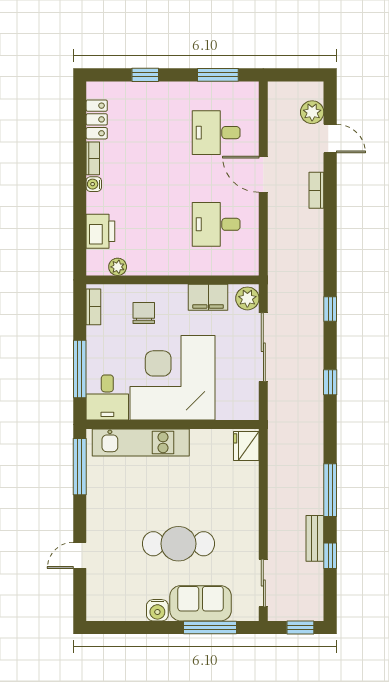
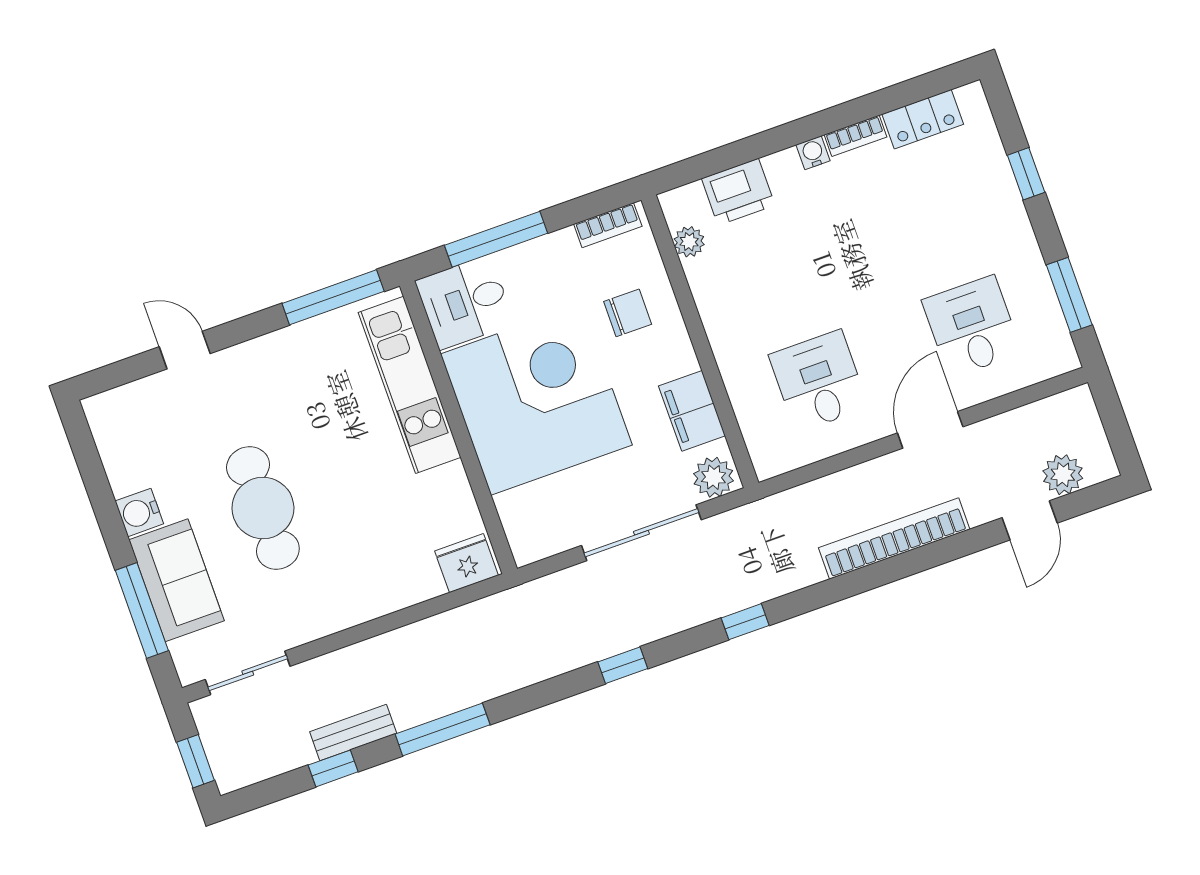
bookcase: (316, 190) -> (894, 539), width x2.31, depth x1.31

